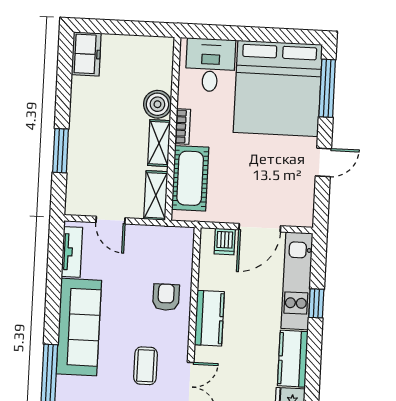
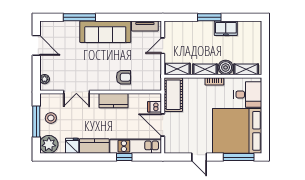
freezer: (86, 54) -> (226, 28), moved
shelving: (163, 66) -> (246, 69), added
window: (61, 151) -> (209, 17), moved
cot: (190, 178) -> (173, 95), moved, turned 90
coffee table: (146, 366) -> (87, 68), removed

